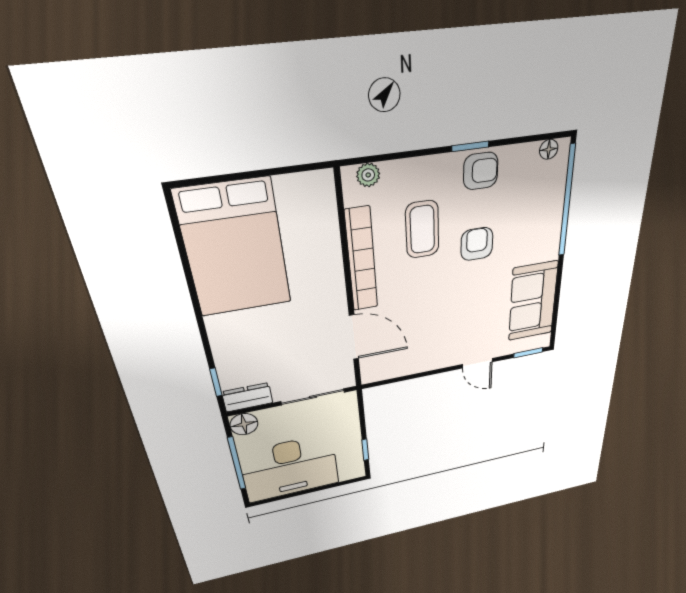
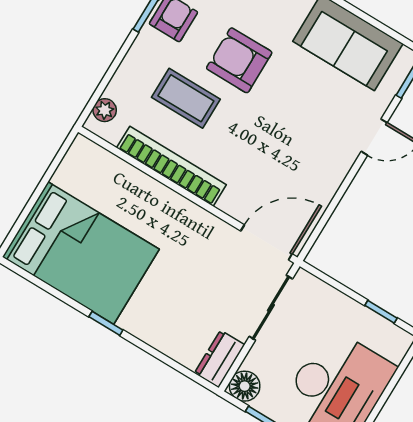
armchair: (477, 244) -> (239, 60), width x1.38, depth x1.38
door: (354, 337) -> (266, 242), moved
window: (216, 382) -> (106, 323), moved

